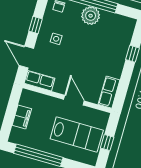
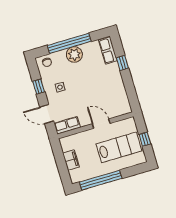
row of seats: (109, 92) -> (108, 50), moved

